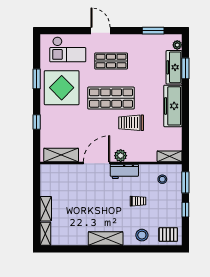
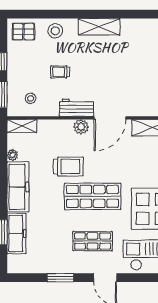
window: (153, 31) -> (60, 278), moved
plant: (177, 45) -> (13, 155), moved

